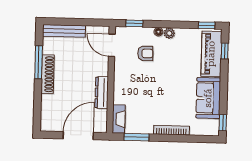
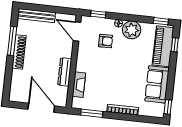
plant: (169, 33) -> (132, 30), width x1.88, depth x1.88
fireplace: (119, 119) -> (79, 85), moved
door: (78, 136) -> (41, 108), hinge flipped

